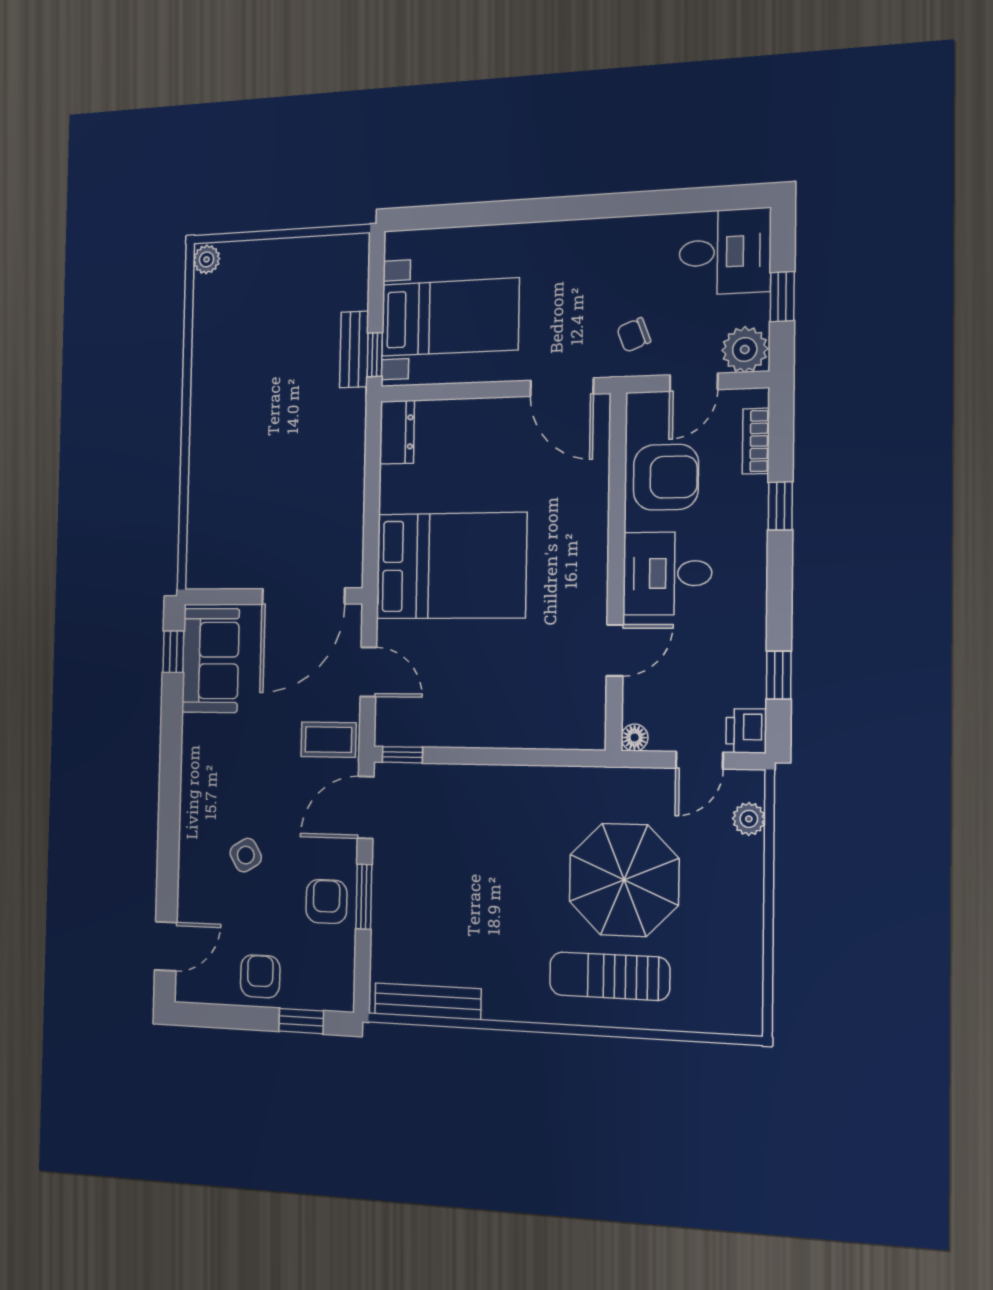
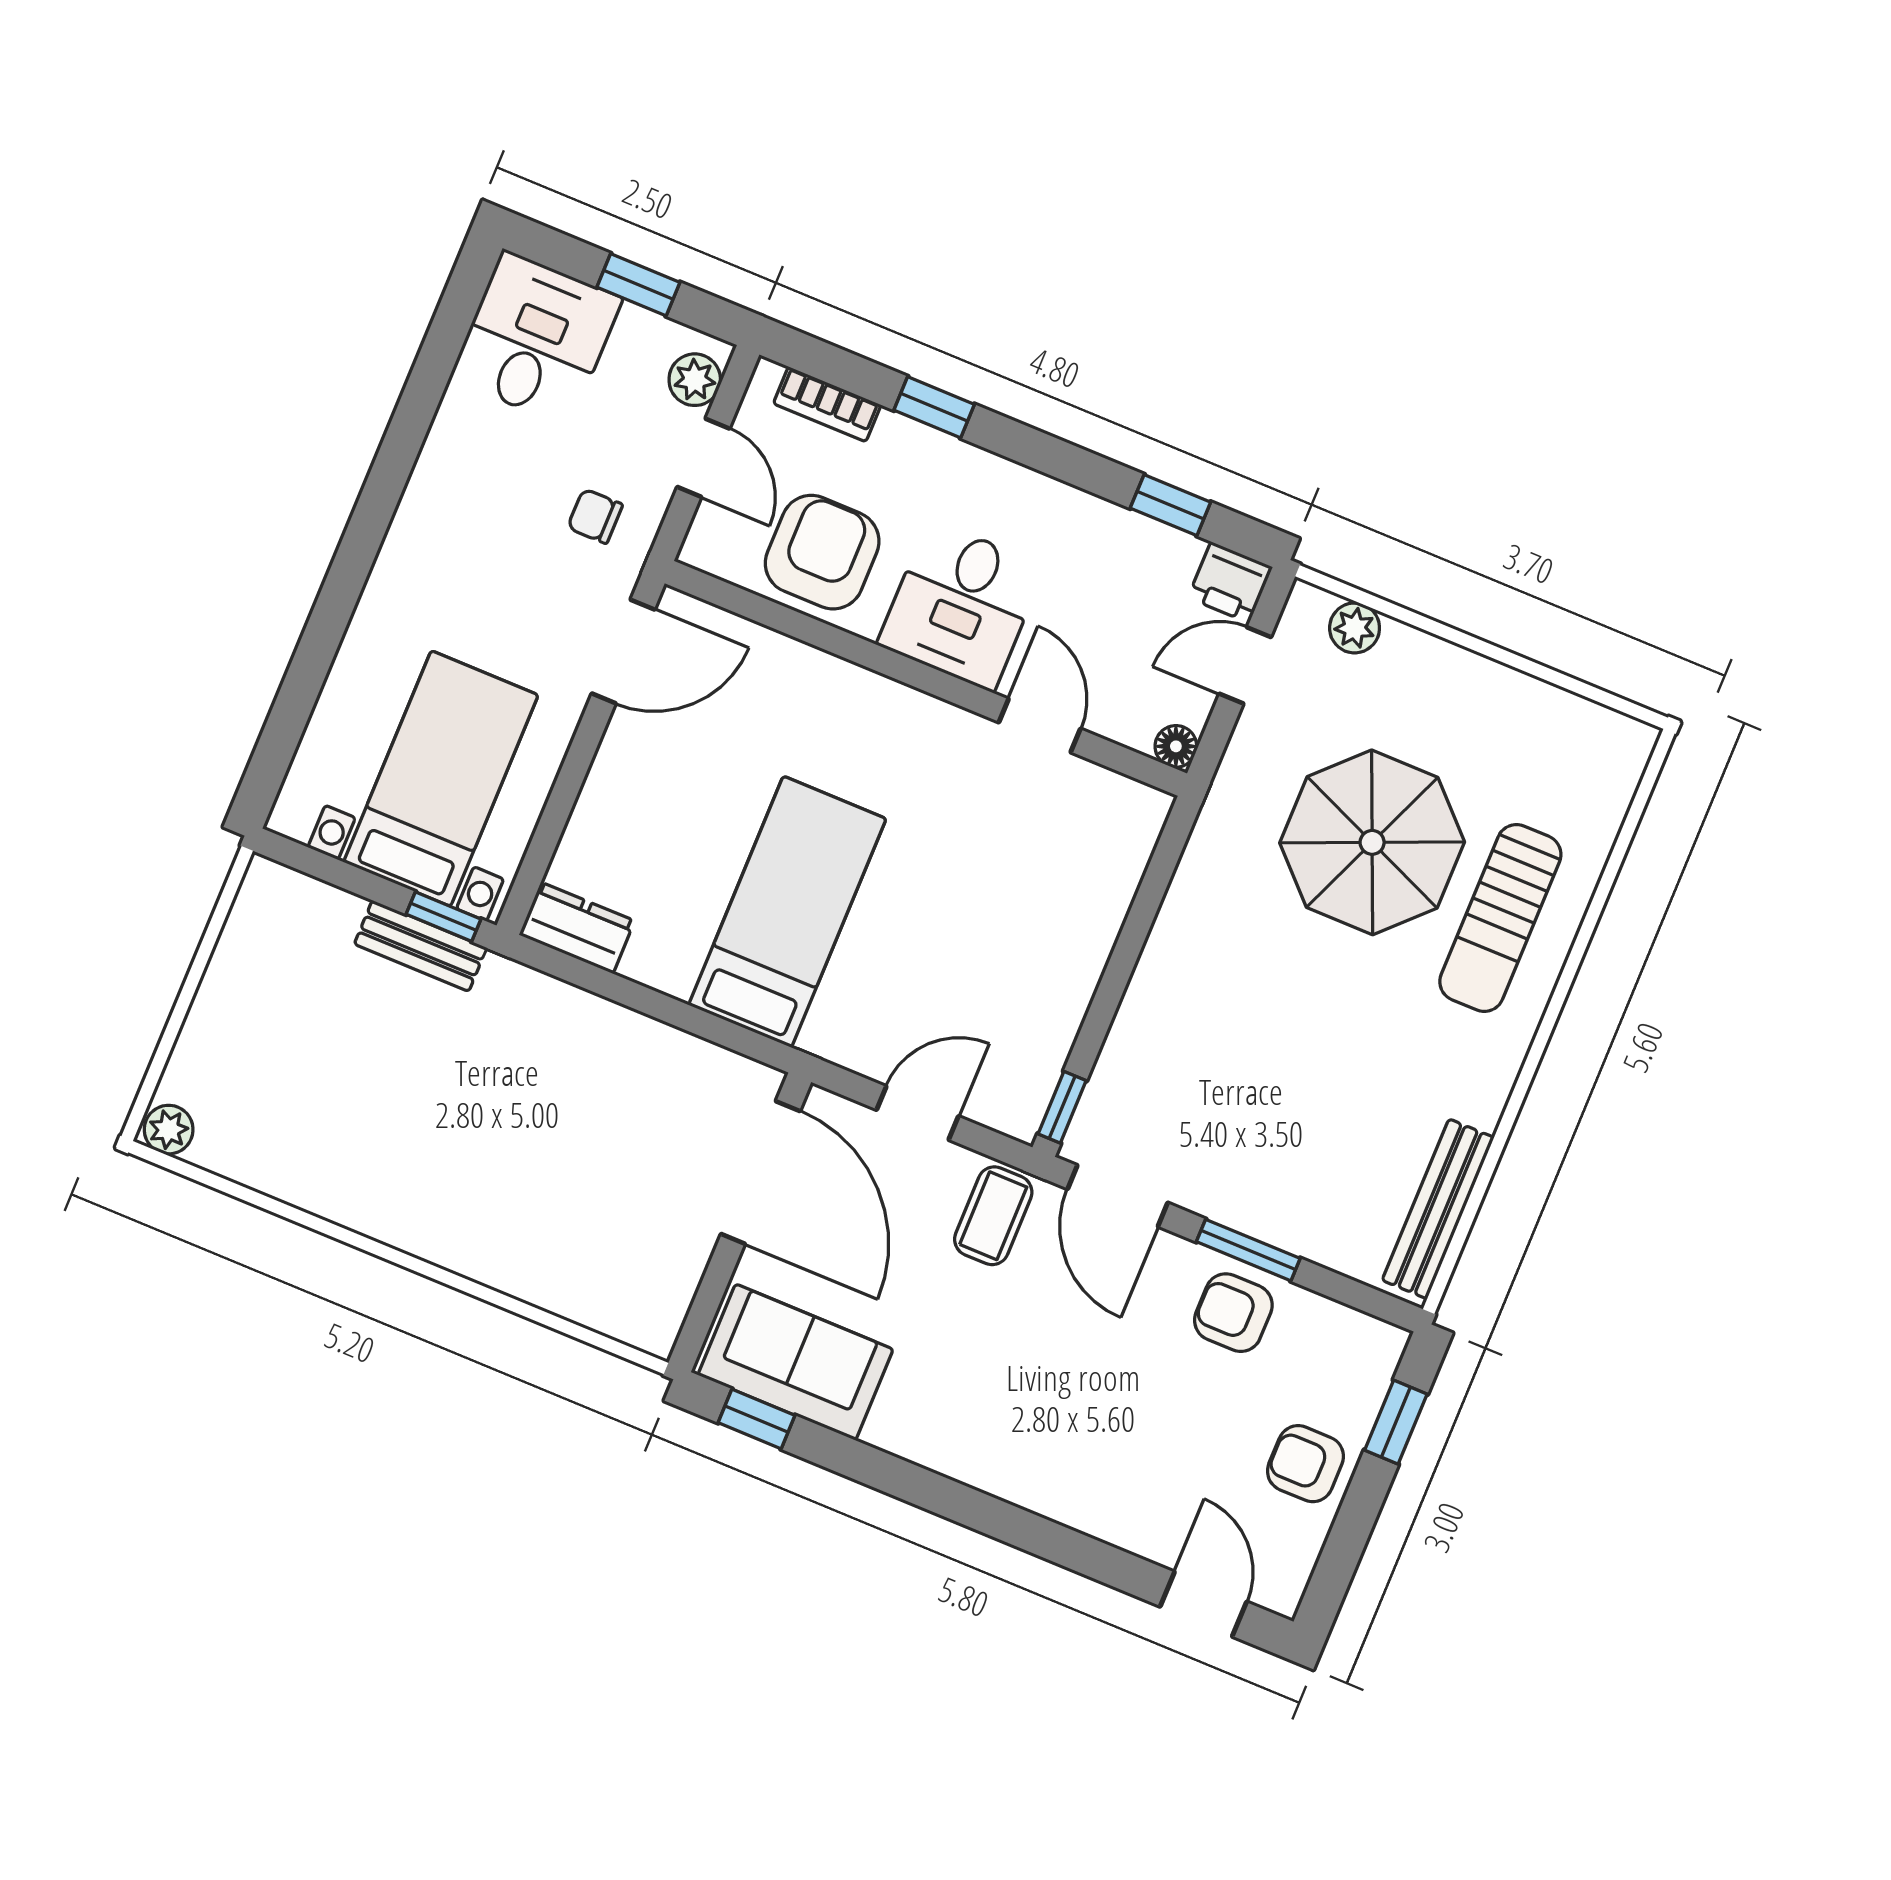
chair: (634, 335) -> (595, 516), turned 111
plant: (745, 349) -> (695, 380), width x0.73, depth x0.73
bed: (451, 566) -> (787, 912), width x0.67
door: (699, 760) -> (1245, 665), swing flipped
side table: (246, 855) -> (1115, 1417), removed

